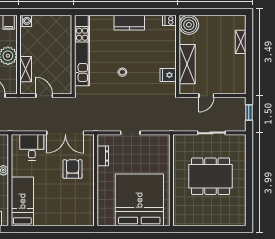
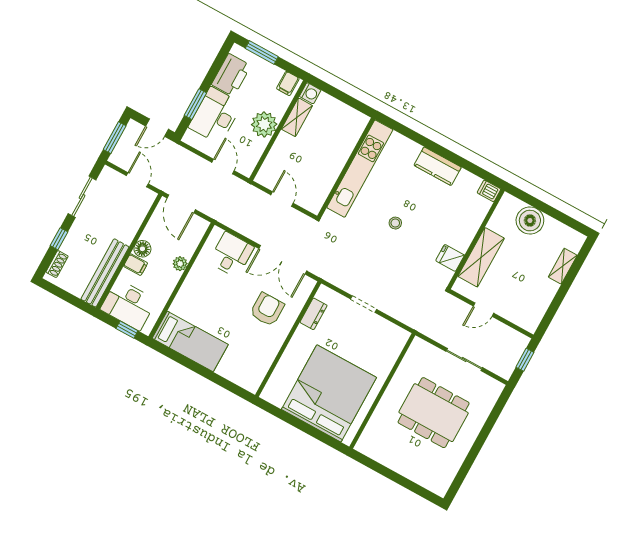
boiler: (189, 25) -> (530, 221), moved
shelving: (26, 69) -> (297, 117), moved
bed: (22, 201) -> (190, 341), moved, turned 90

